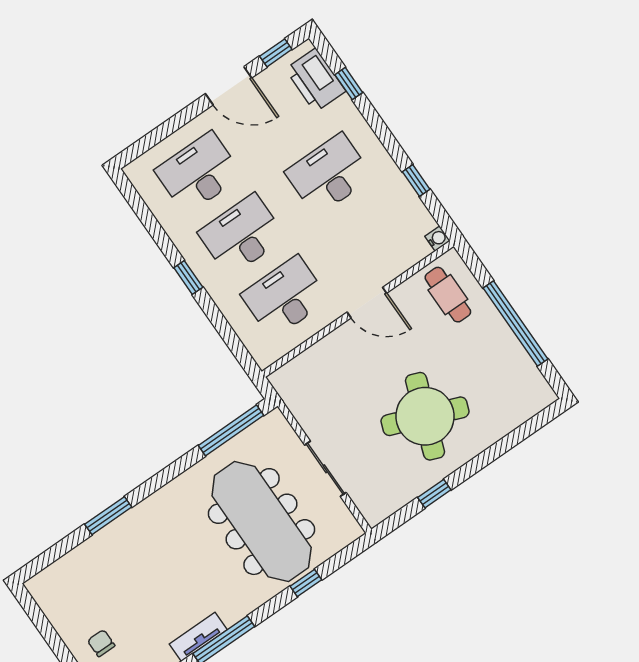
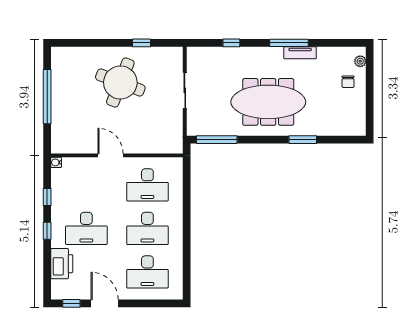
printer: (315, 80) -> (62, 264), moved
window: (349, 84) -> (47, 231), moved
window: (188, 277) -> (187, 226), removed
cafe table: (448, 295) -> (70, 133), removed
meeting table: (262, 522) -> (268, 102), moved, turned 90

